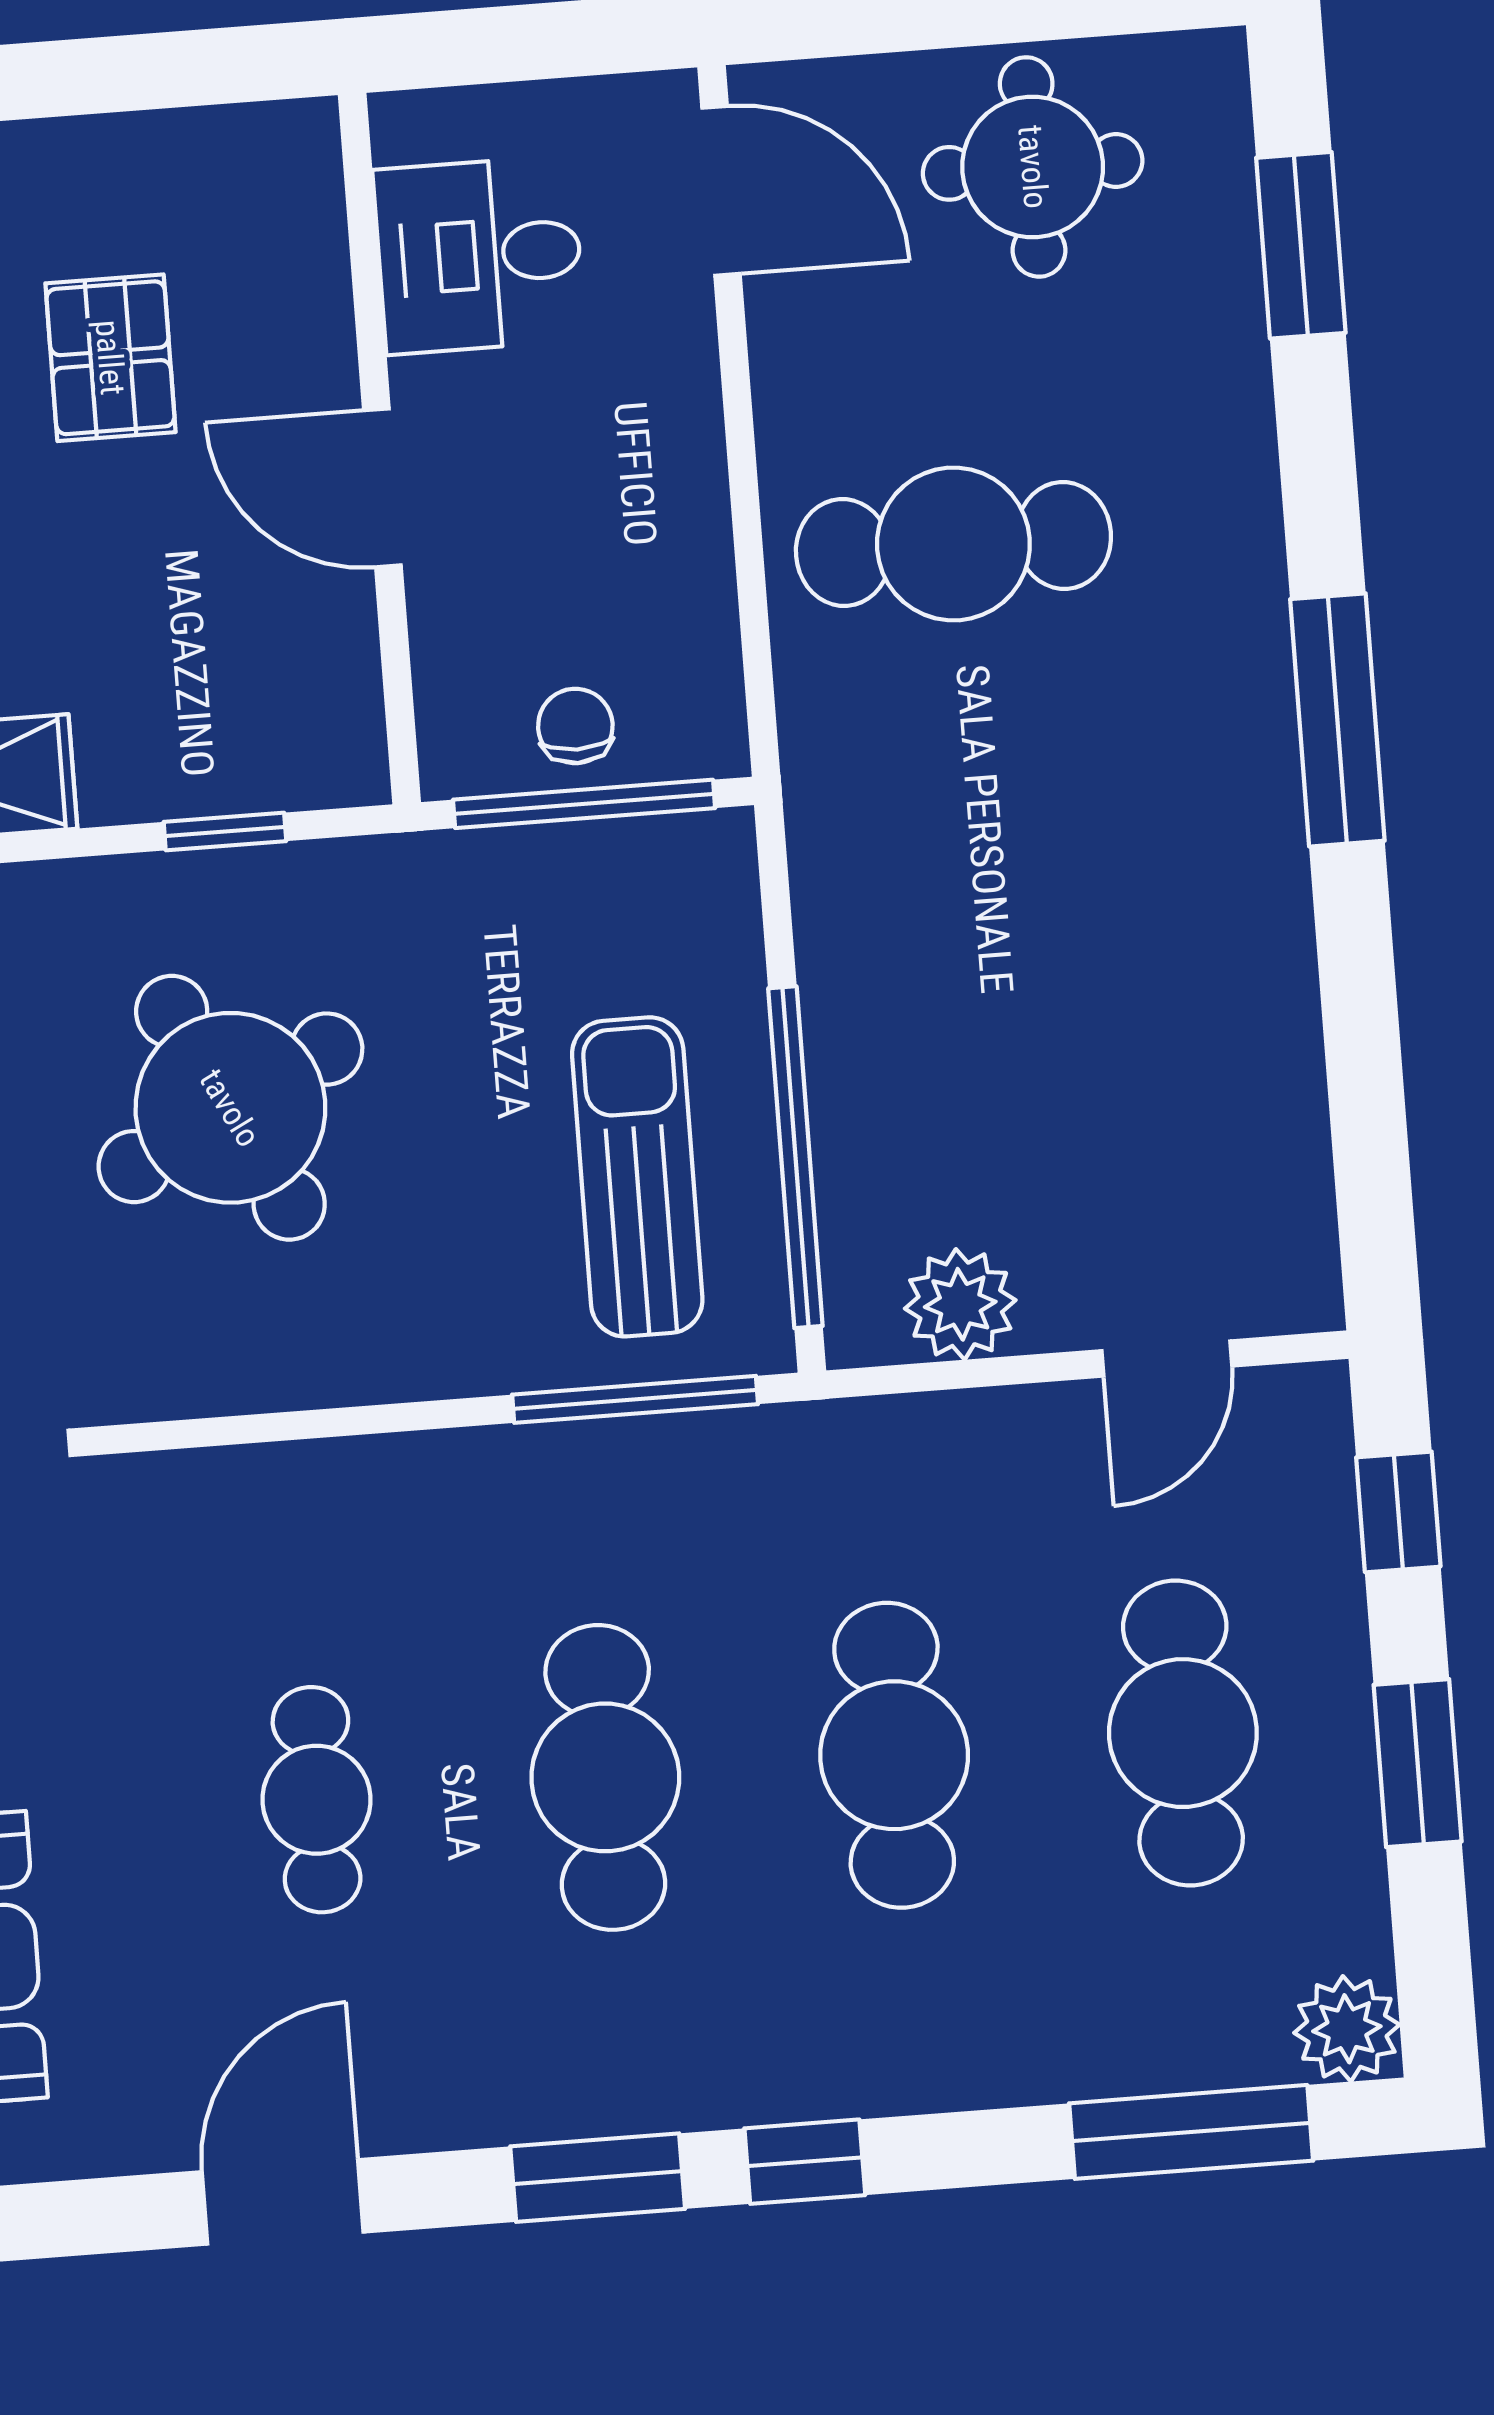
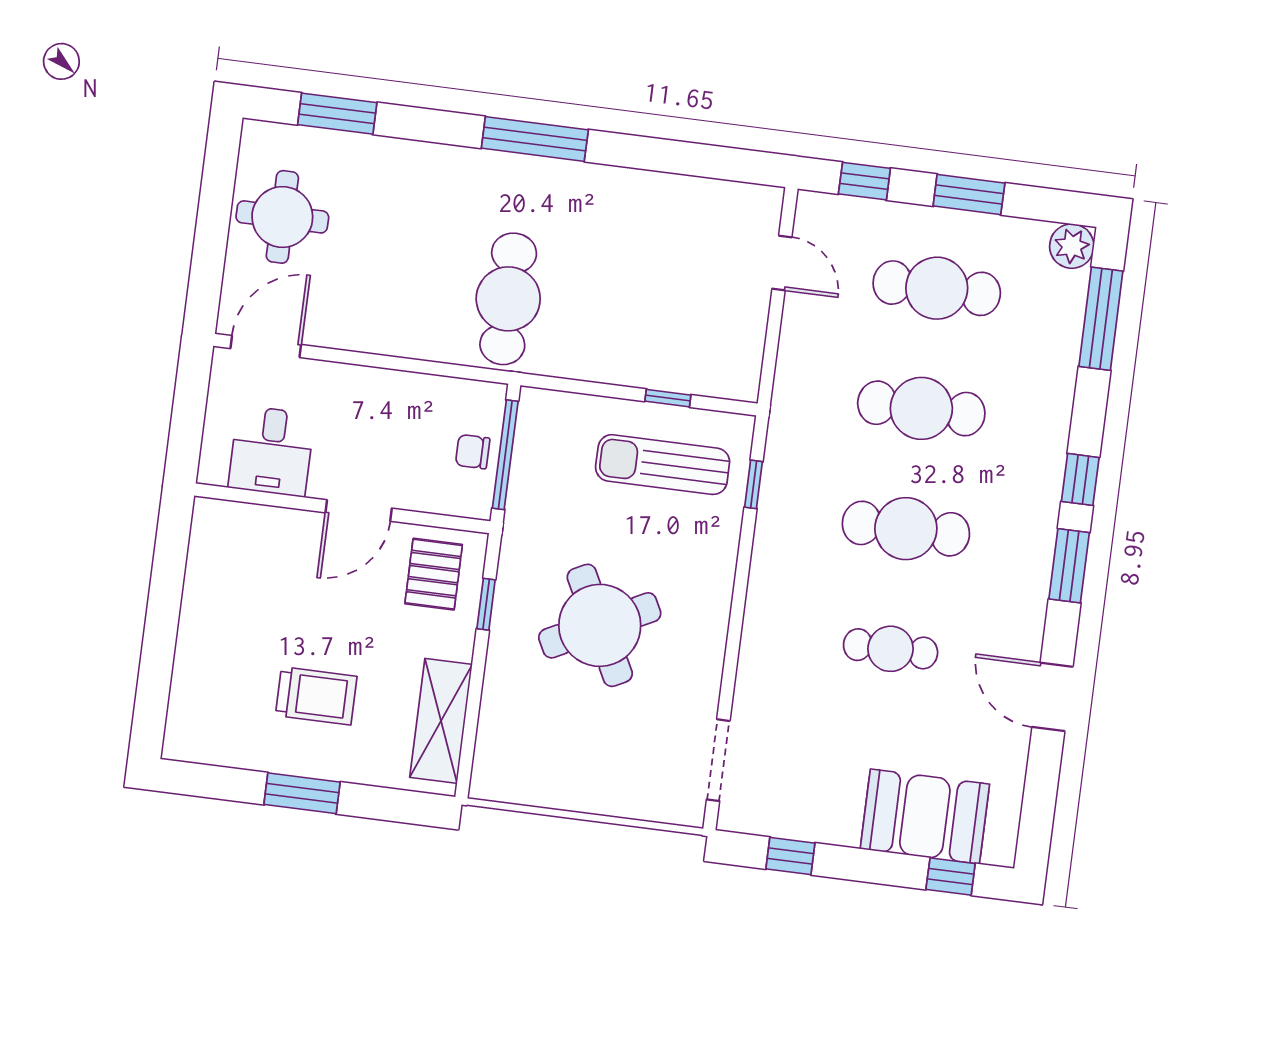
pallet: (110, 358) -> (434, 574), moved, turned 90
cafe table: (953, 544) -> (508, 299), moved
window: (795, 1157) -> (668, 398), width x0.32
plant: (960, 1304) -> (742, 343), removed
window: (635, 1399) -> (754, 484), width x0.46

